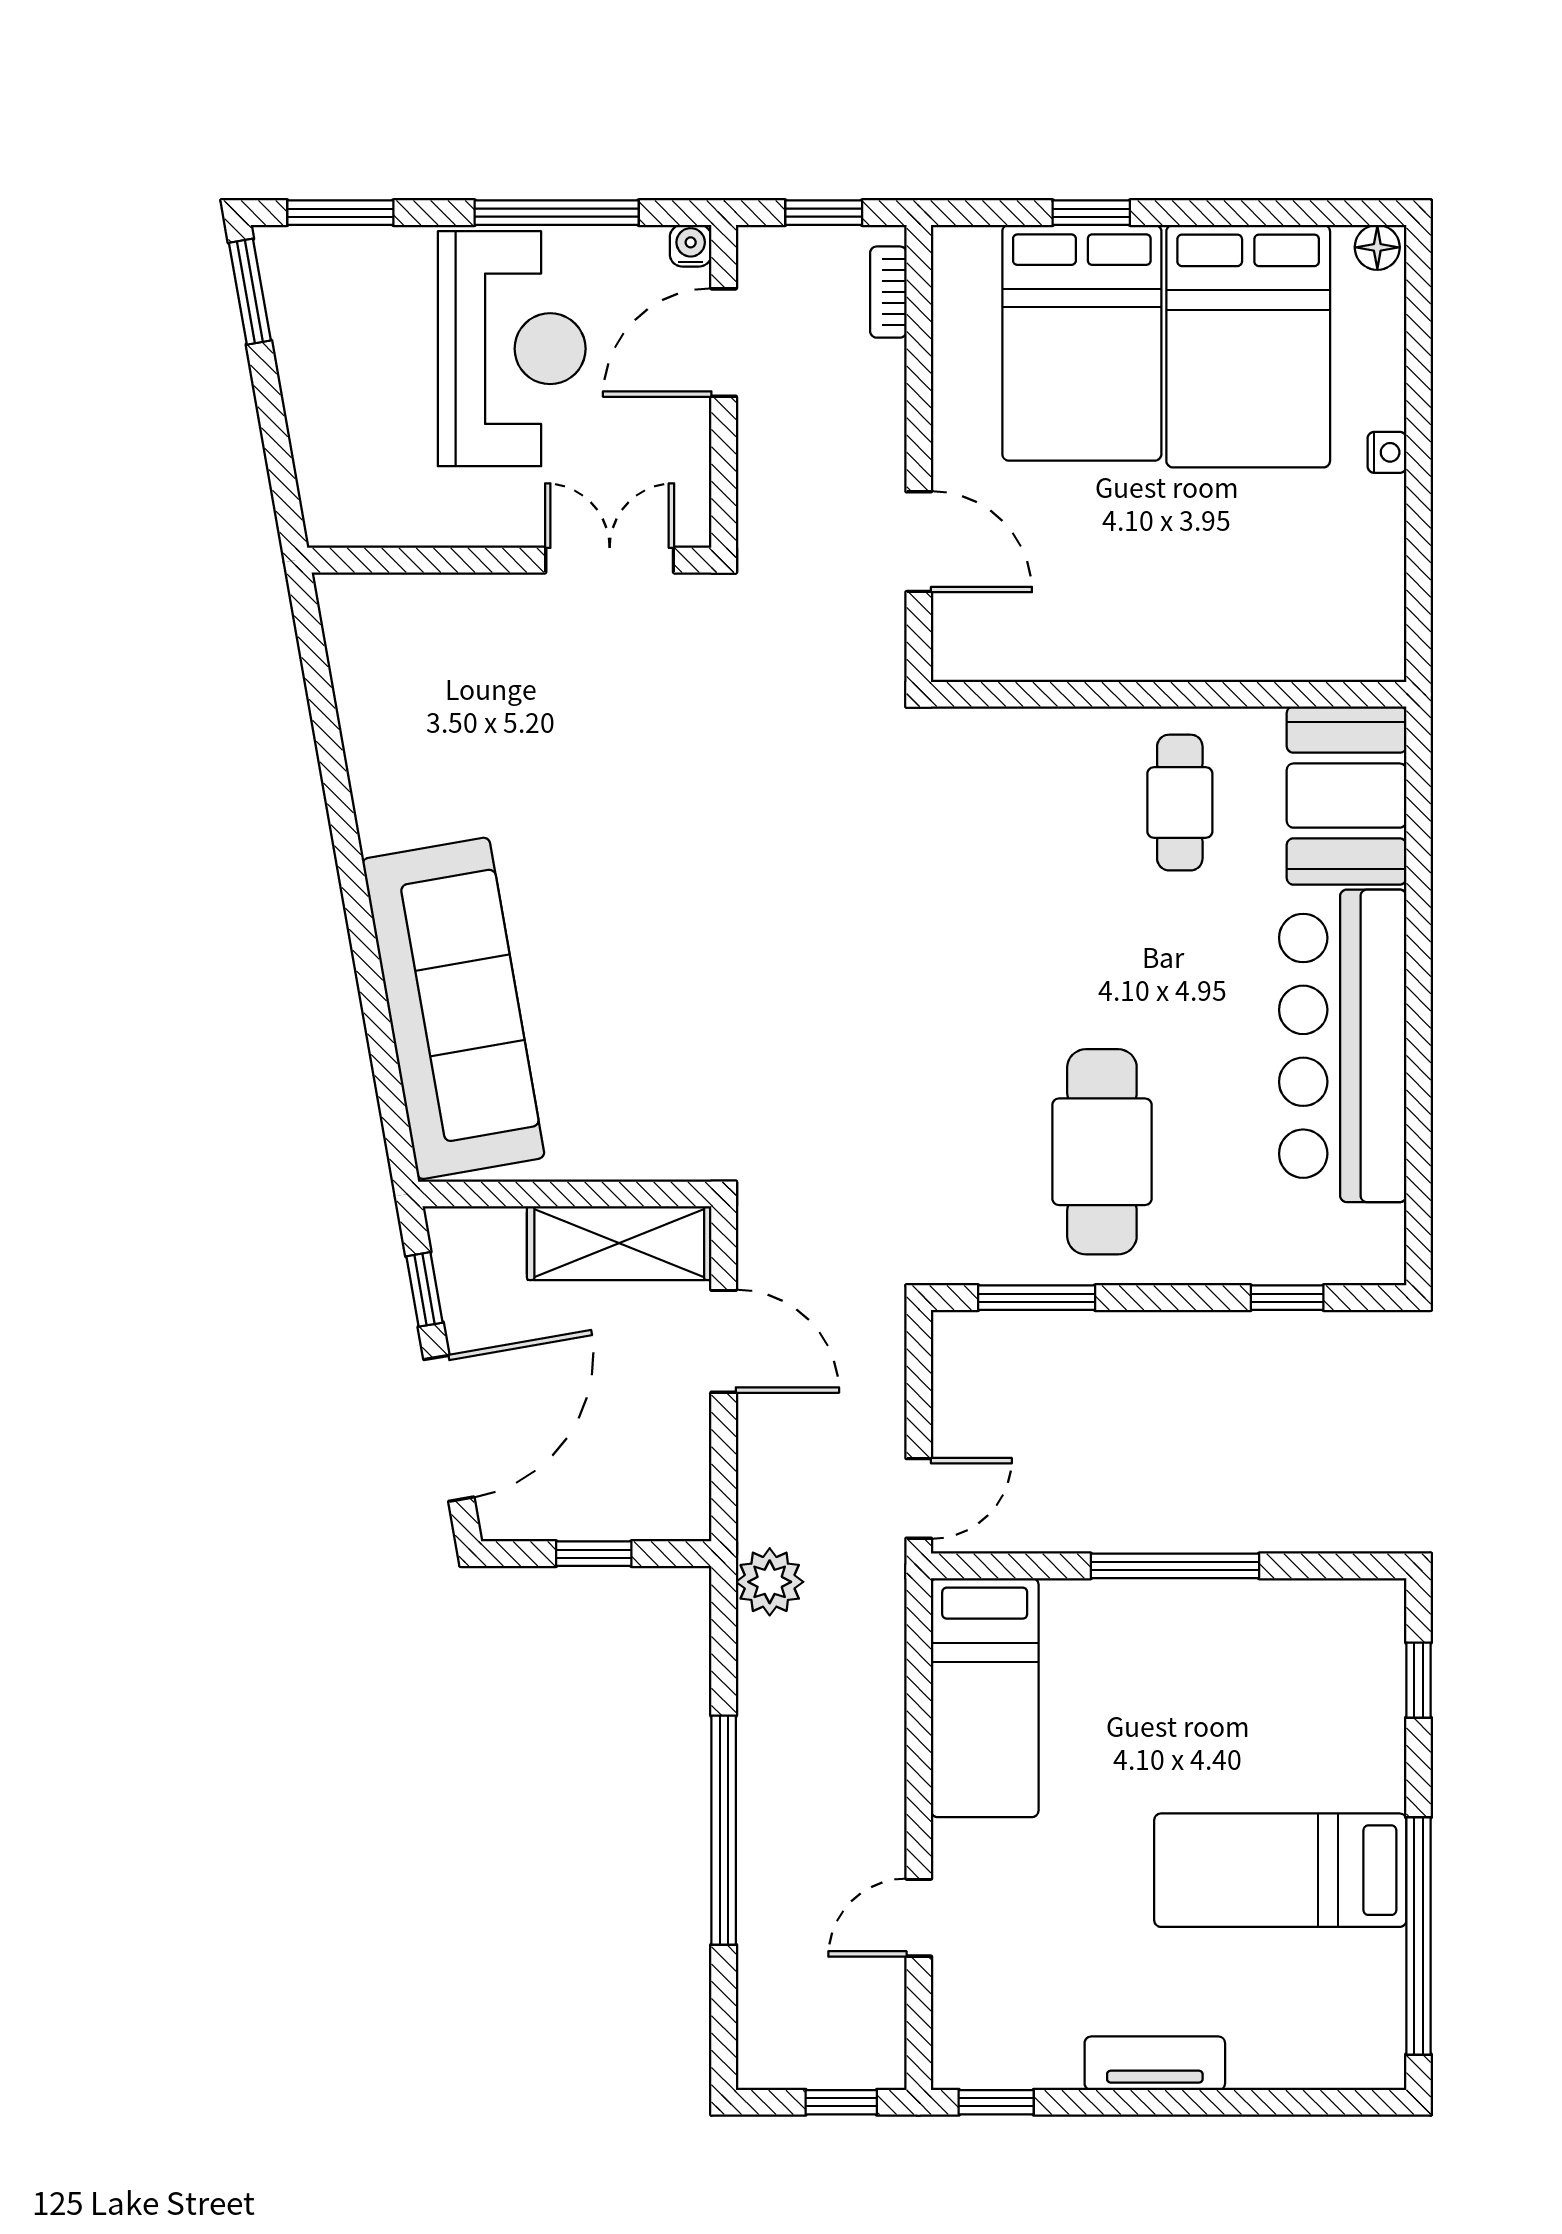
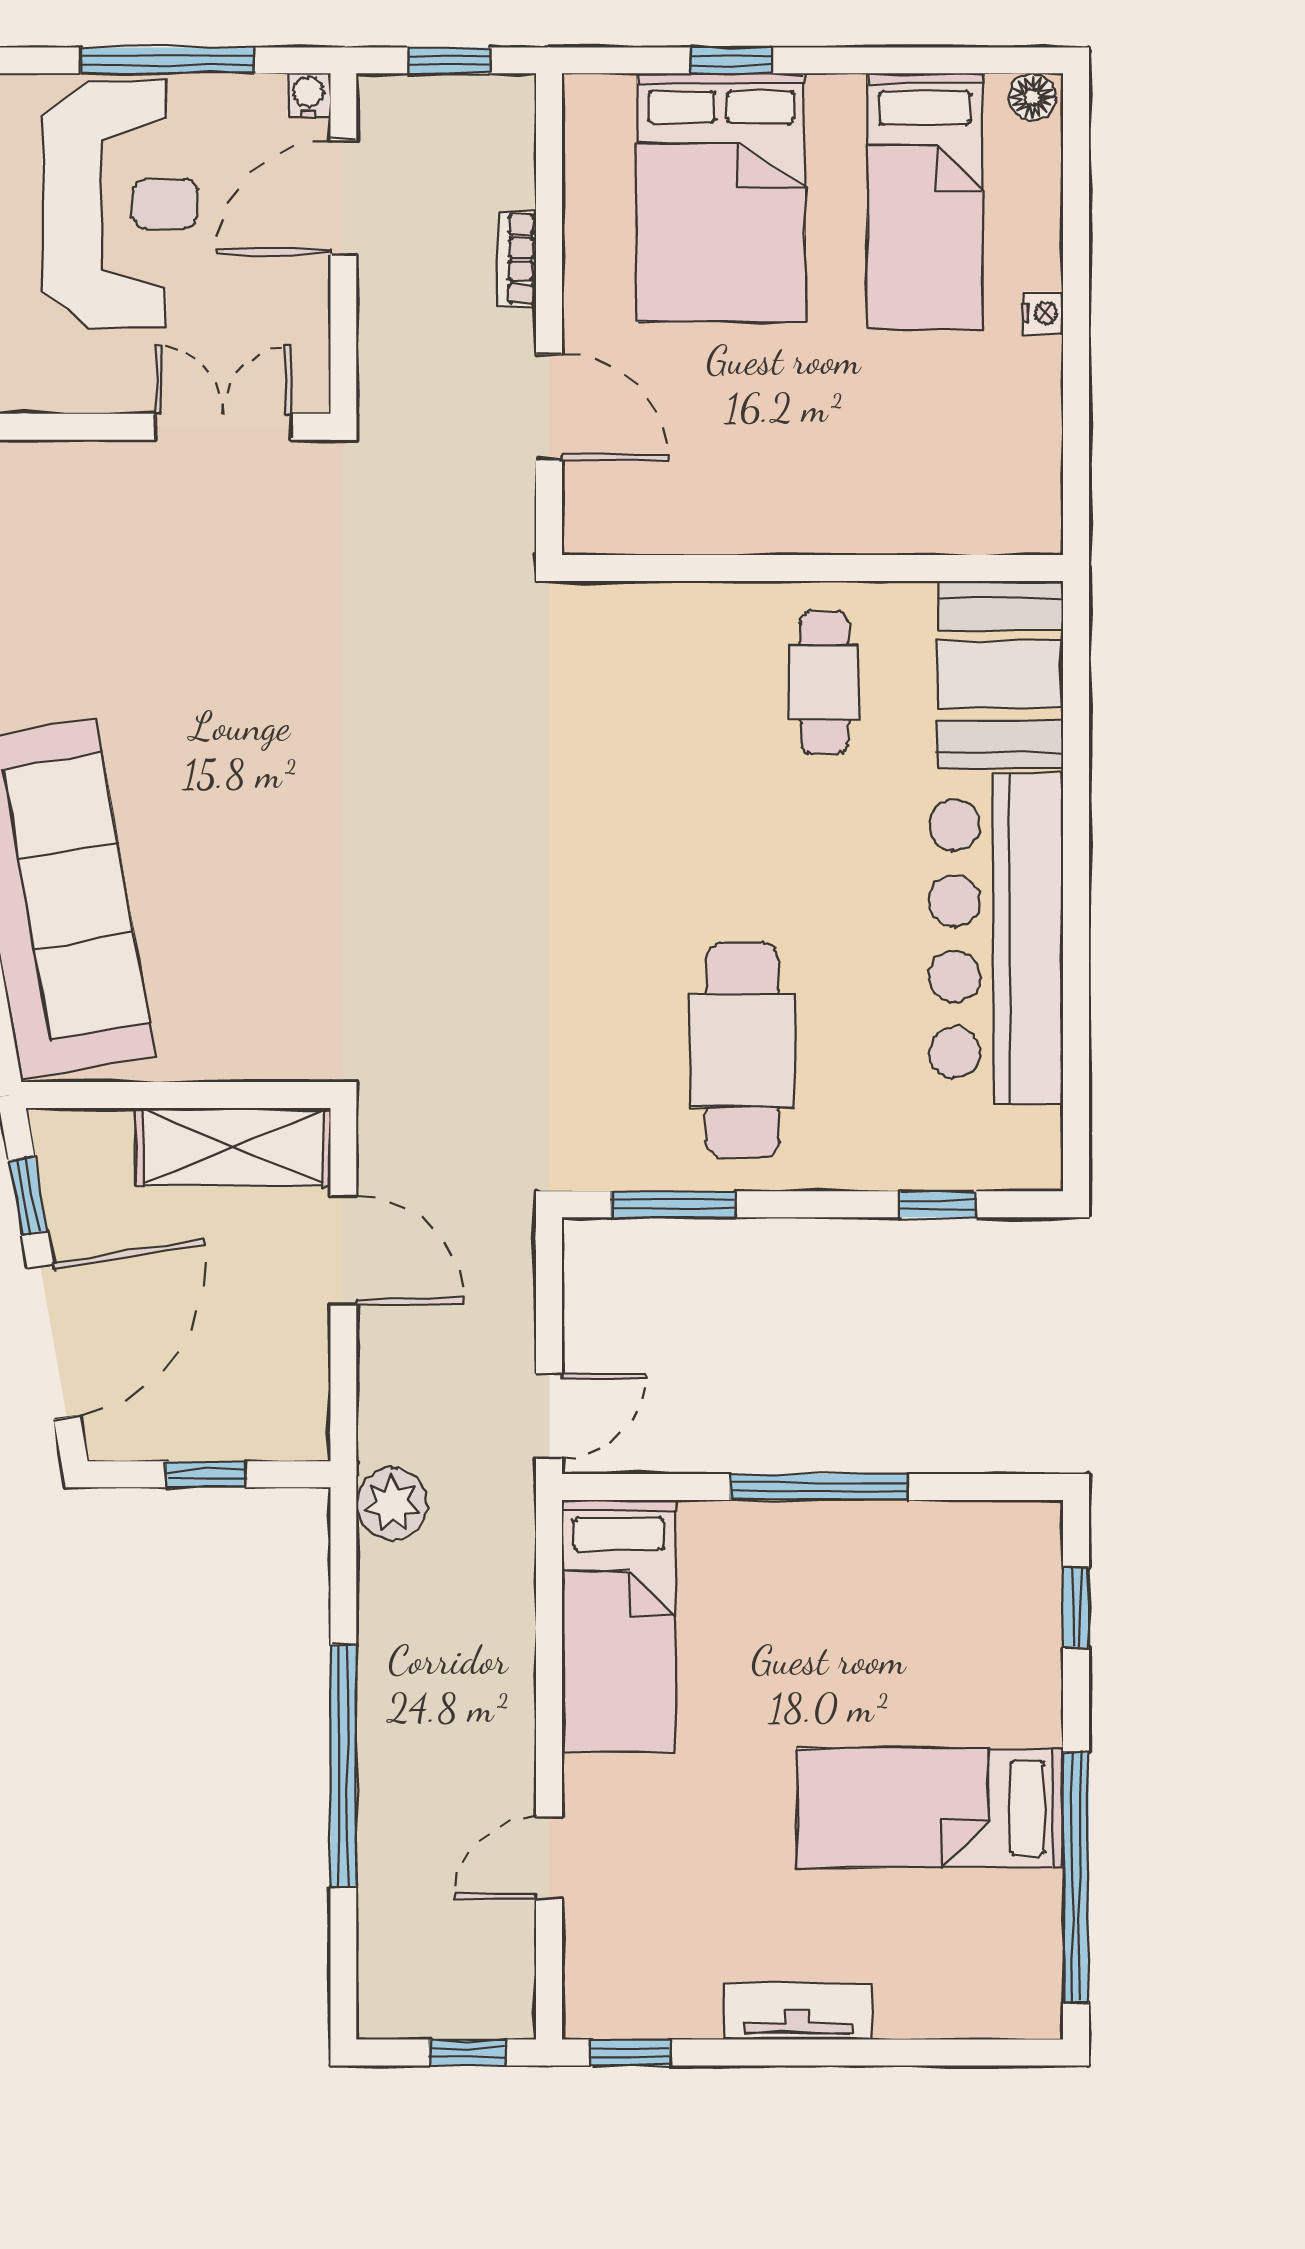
bookcase: (888, 292) -> (517, 259), moved
bed: (1248, 346) -> (925, 201), width x0.67

